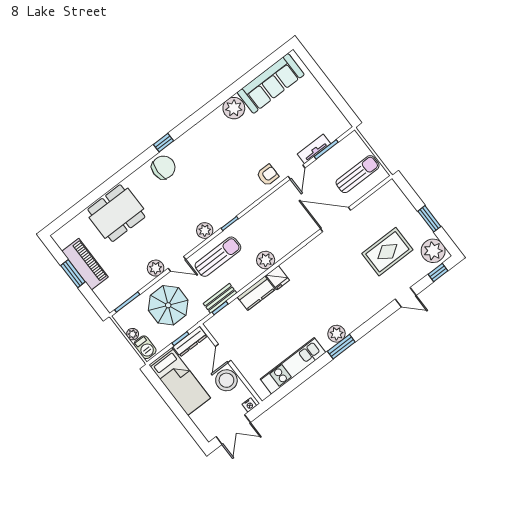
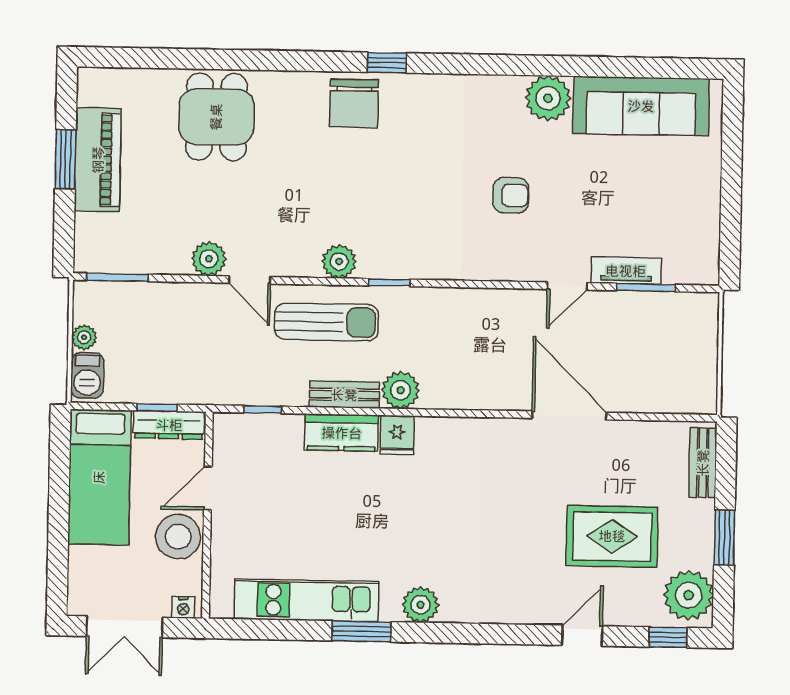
chair: (163, 167) -> (354, 103), turned 90
sun lounger: (358, 174) -> (665, 370), removed
armchair: (268, 175) -> (511, 195), moved
bench: (399, 197) -> (703, 463), added
dining table: (116, 213) -> (216, 117), width x0.73
door: (406, 297) -> (582, 636), swing flipped
bench: (220, 298) -> (344, 395), moved
parasol: (168, 305) -> (181, 336), removed
window: (341, 347) -> (361, 631), moved

